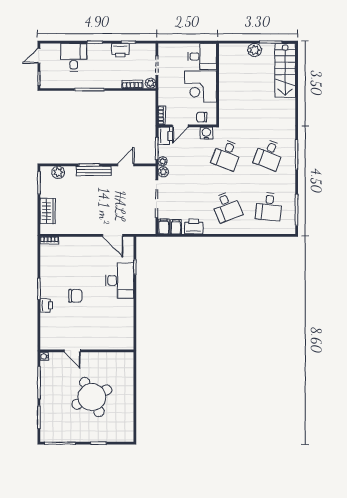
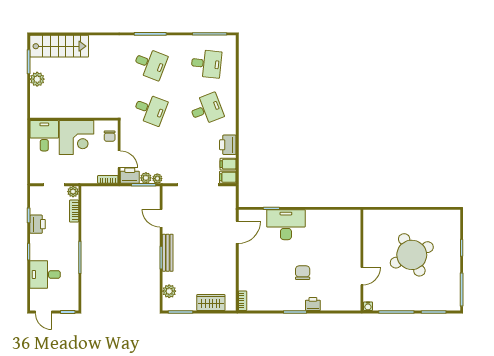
water cooler: (206, 133) -> (127, 131), removed
plant: (163, 172) -> (146, 178), moved

